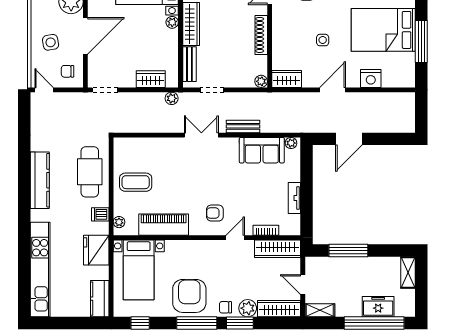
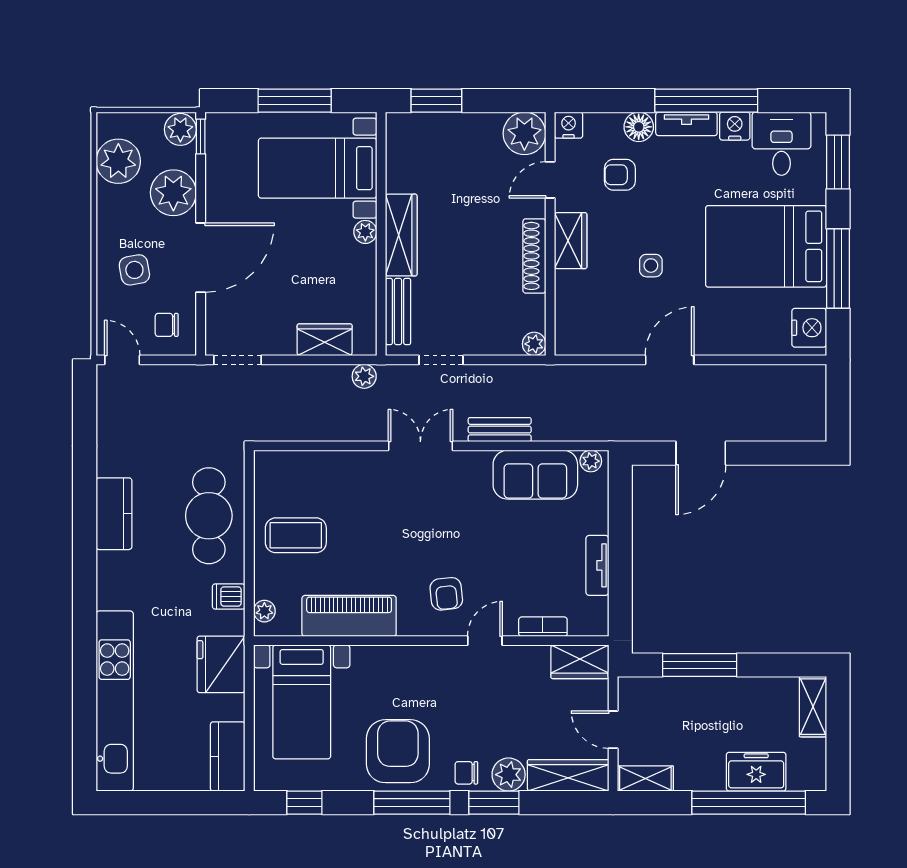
nightstand: (371, 78) -> (809, 328), moved, turned -90
wardrobe: (287, 79) -> (571, 241), moved, turned 90
kitchen counter: (40, 180) -> (114, 514), width x0.67
armchair: (215, 213) -> (446, 594), turned -96
wardrobe: (278, 249) -> (580, 662), width x0.67

